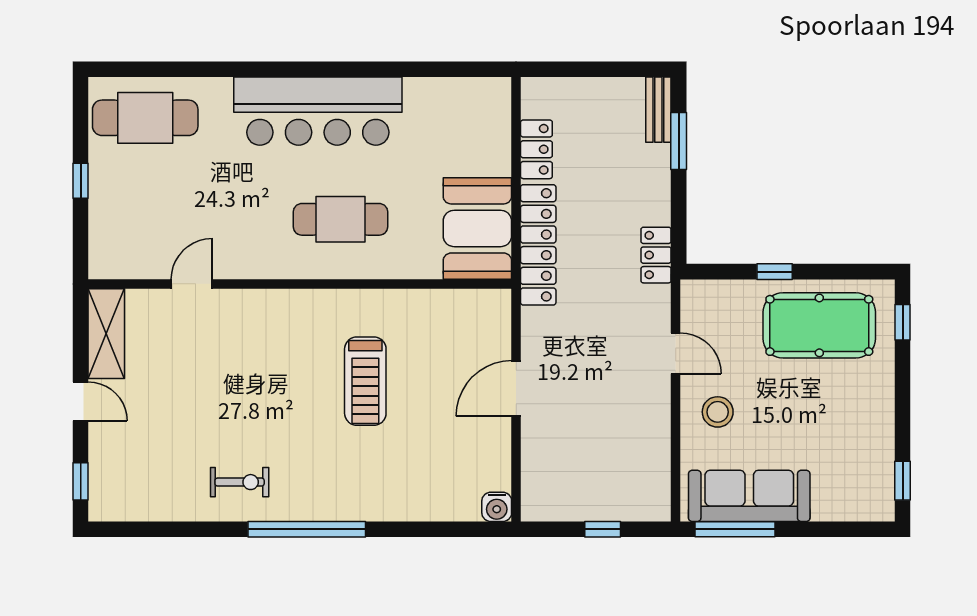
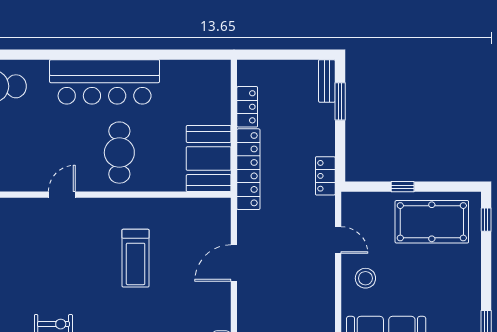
cafe table: (341, 219) -> (119, 153), turned 90
door: (192, 284) -> (62, 195), moved

